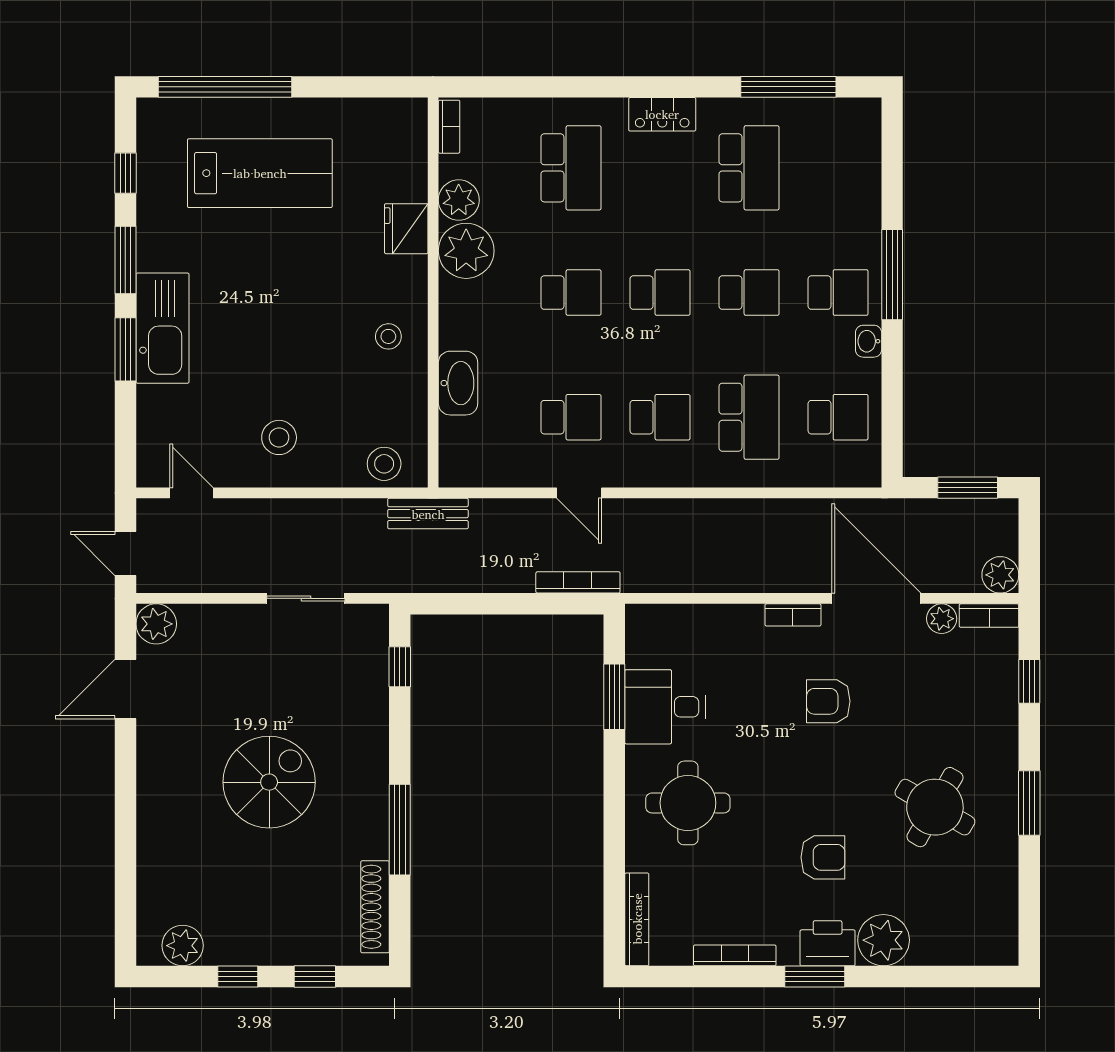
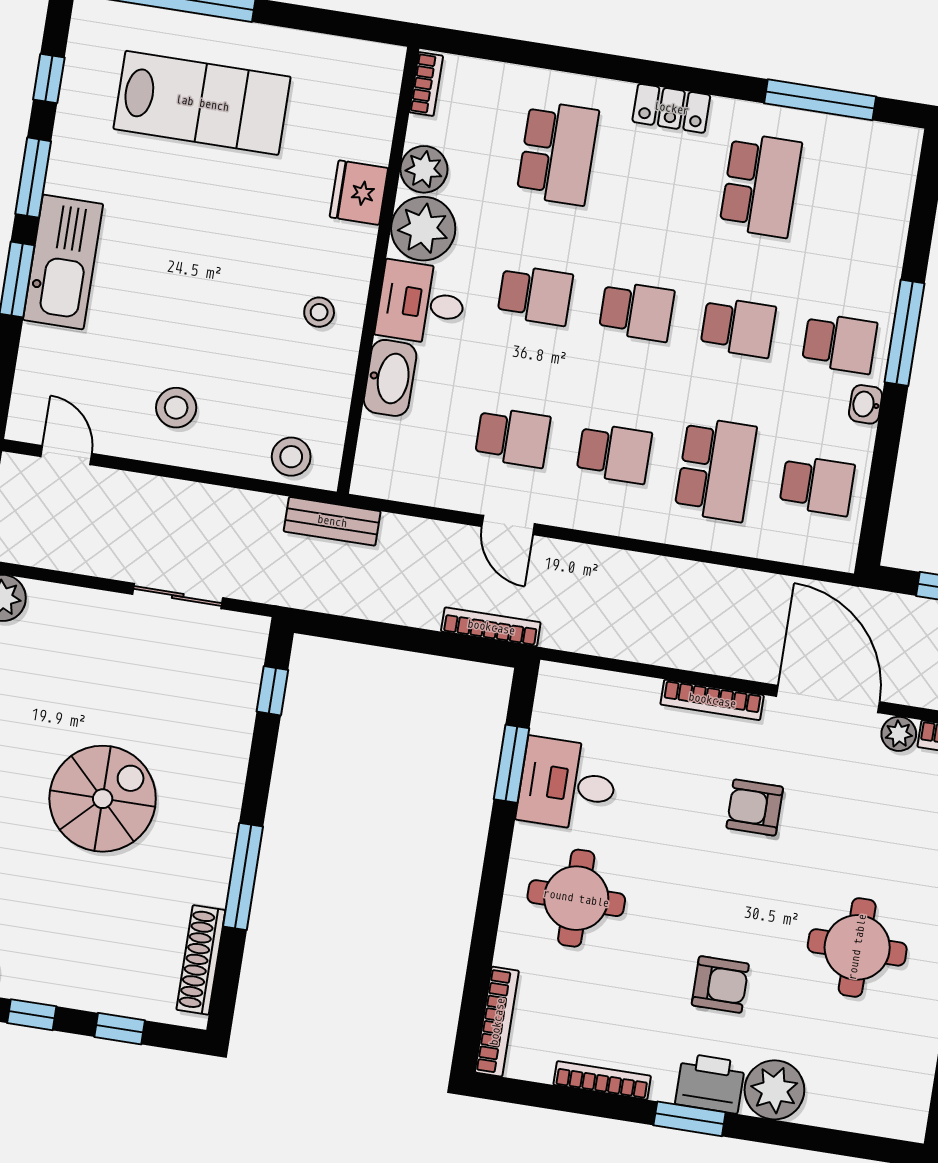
desk: (475, 315) -> (421, 303), added
bookcase: (793, 615) -> (712, 700), width x1.56
round table: (935, 807) -> (857, 947), turned -30

